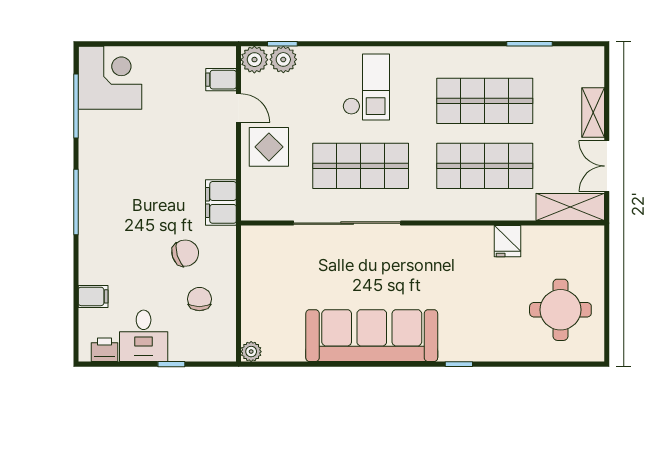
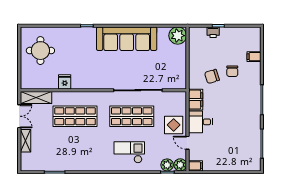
corner desk: (110, 78) -> (246, 157), removed
filing cabinet: (221, 80) -> (196, 166), moved
checkout: (366, 87) -> (129, 152), turned 90
shop shelf: (485, 101) -> (75, 146), removed
chair: (199, 299) -> (232, 71), moved
desk: (144, 336) -> (200, 122), moved, turned -90
printer: (105, 350) -> (213, 32), moved
plant: (251, 352) -> (178, 36), width x1.87, depth x1.87

